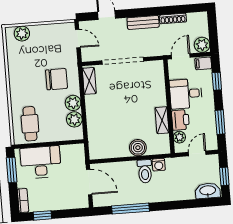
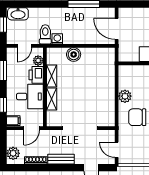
plant: (202, 45) -> (13, 153), moved
shelving: (89, 81) -> (52, 99), moved
plant: (74, 119) -> (125, 82), removed
toilet: (145, 171) -> (45, 34), moved

